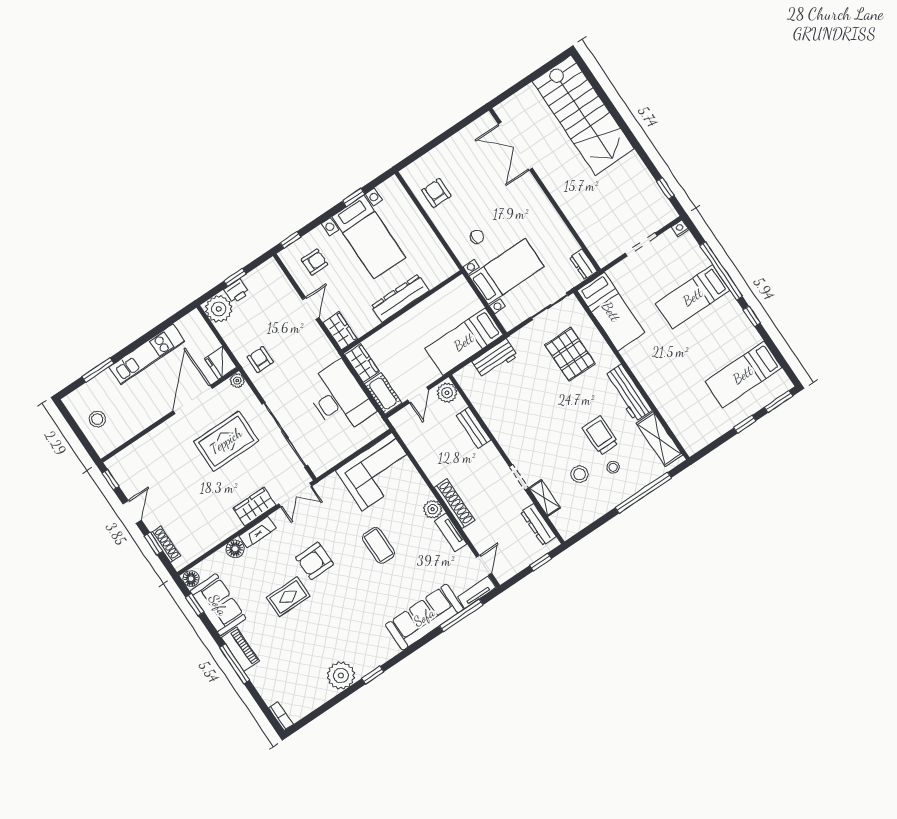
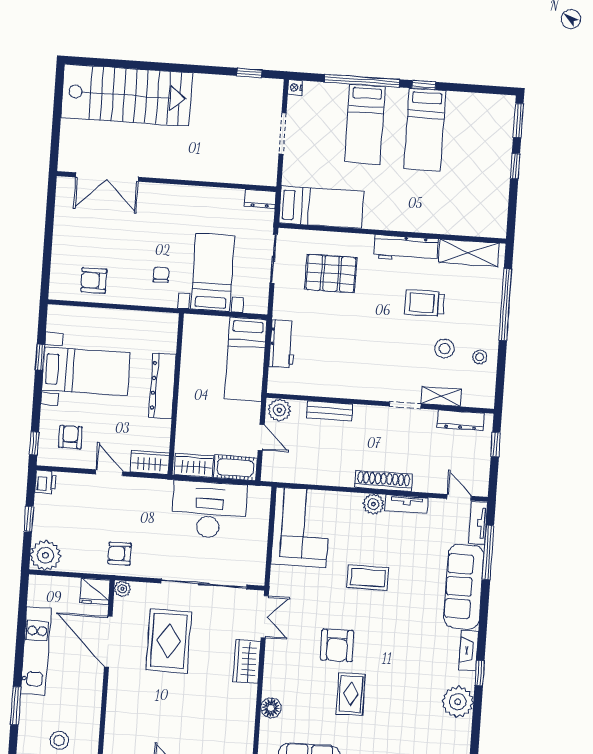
printer: (237, 291) -> (45, 482), moved
bed: (743, 375) -> (425, 130), moved
stool: (613, 467) -> (480, 357), moved
fireplace: (257, 532) -> (469, 651), moved, turned 180

